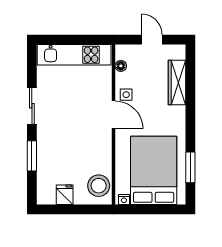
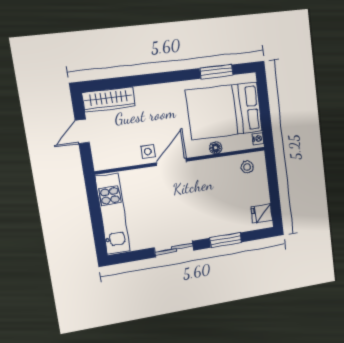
floor lamp: (121, 66) -> (216, 148), moved
wardrobe: (177, 83) -> (109, 99), moved
stool: (99, 186) -> (247, 167), width x0.53, depth x0.53
fridge: (65, 195) -> (262, 214), moved

